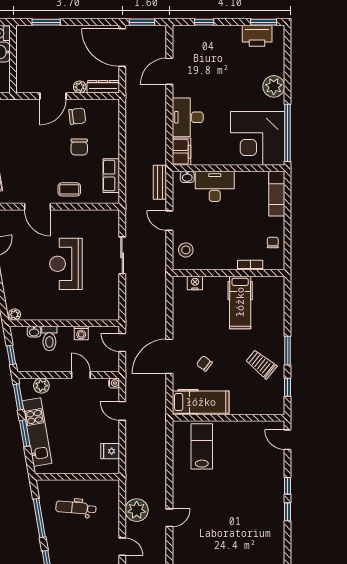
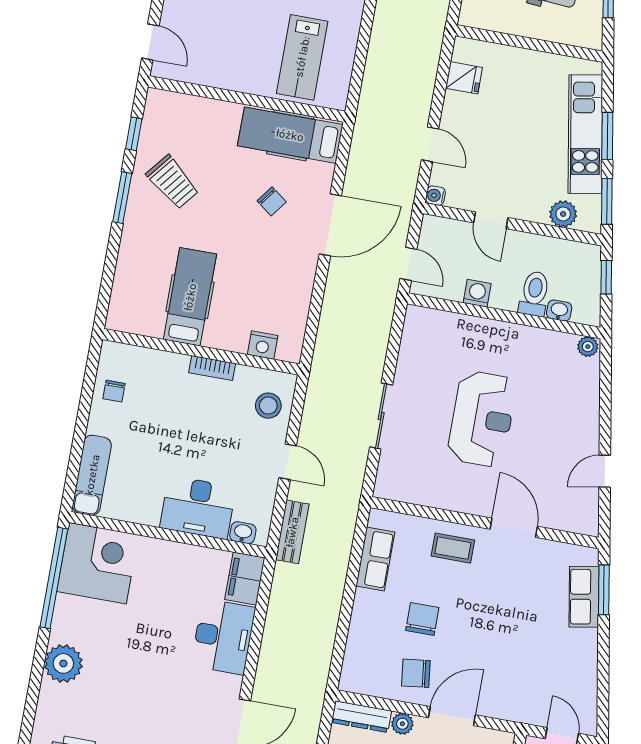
corner desk: (258, 138) -> (98, 563), width x0.74, depth x0.74
bookcase: (250, 265) -> (212, 368), moved

